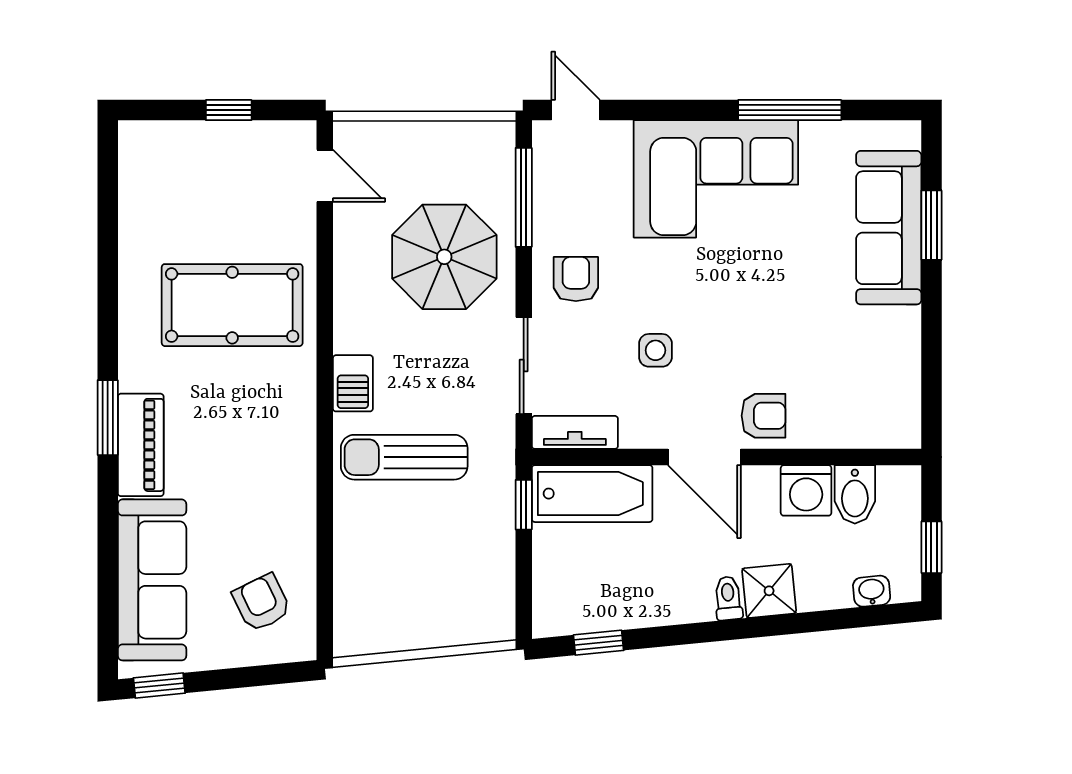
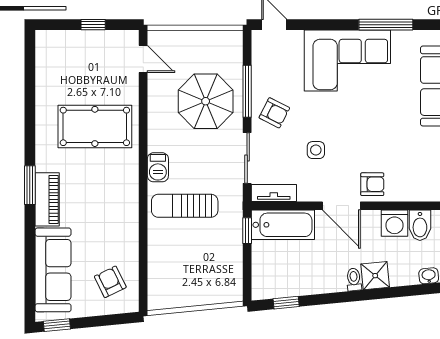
window: (524, 197) -> (247, 91), moved
armchair: (576, 279) -> (274, 113), turned 117

